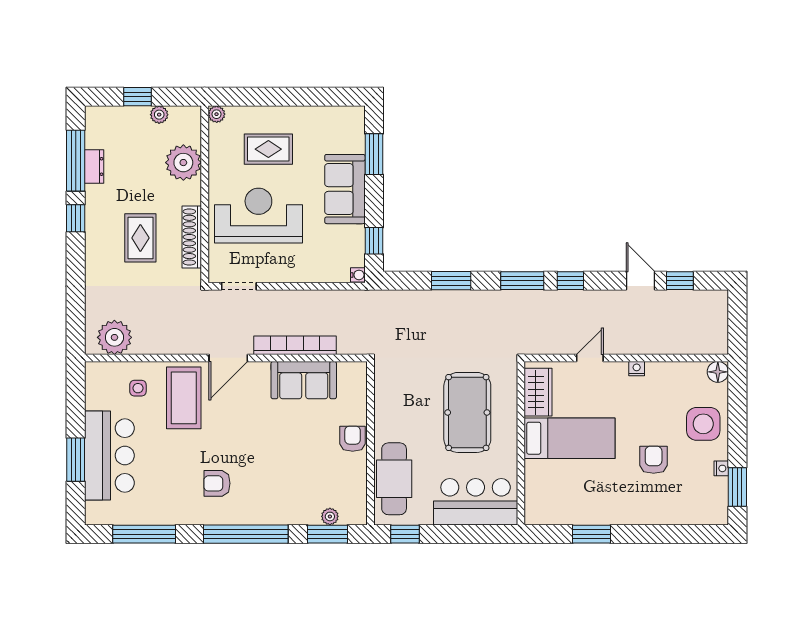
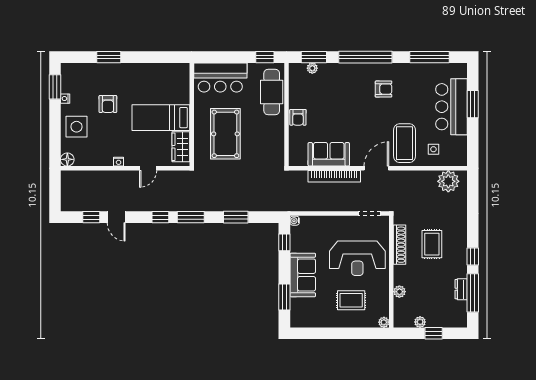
plant: (183, 163) -> (399, 292), width x0.53, depth x0.53
window: (591, 534) -> (109, 57), moved

